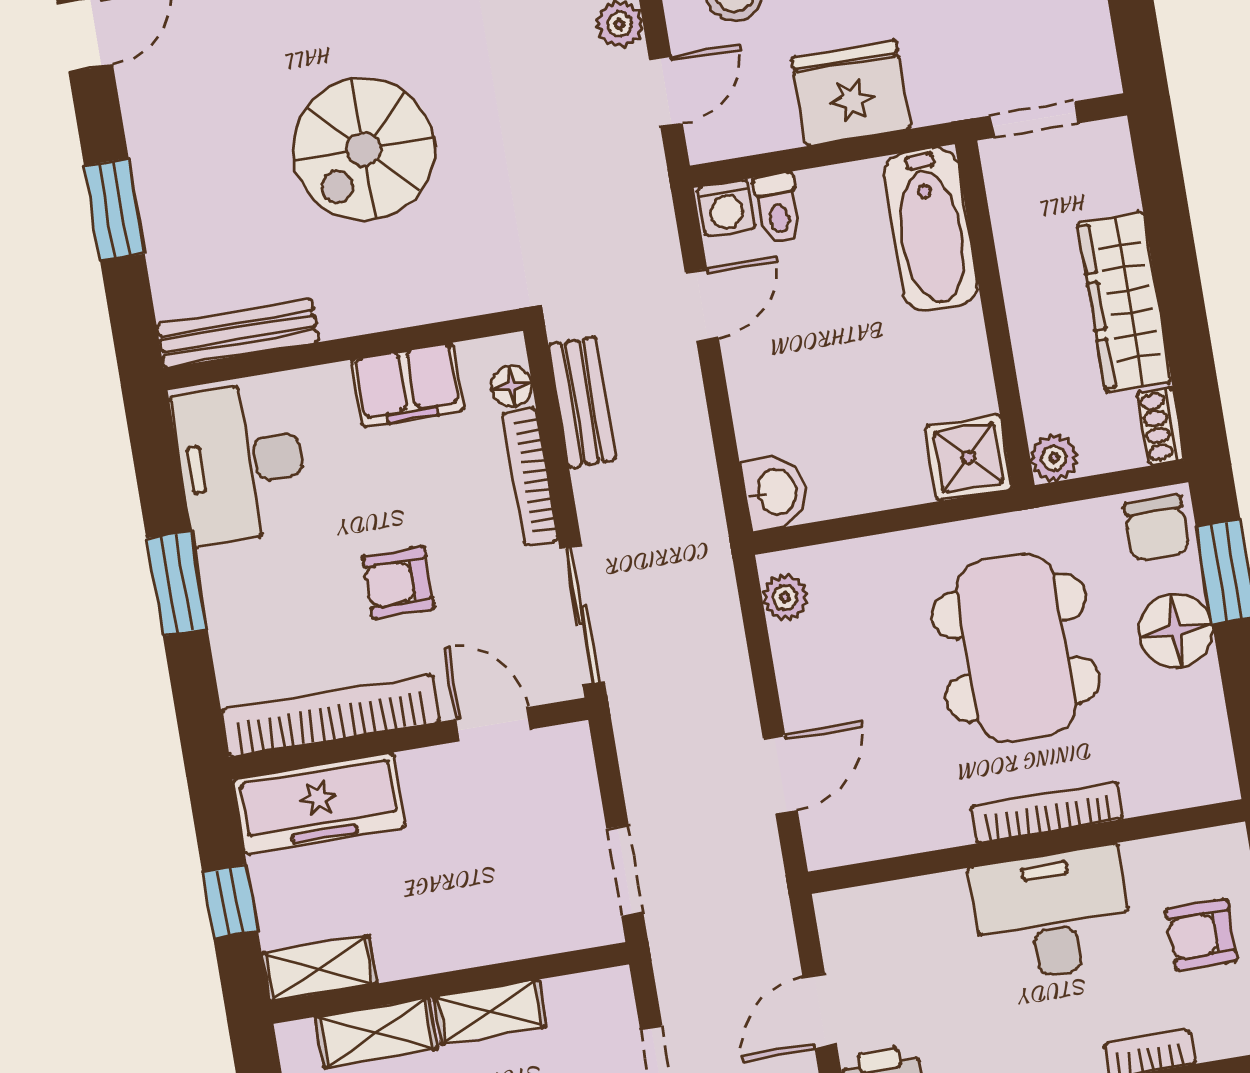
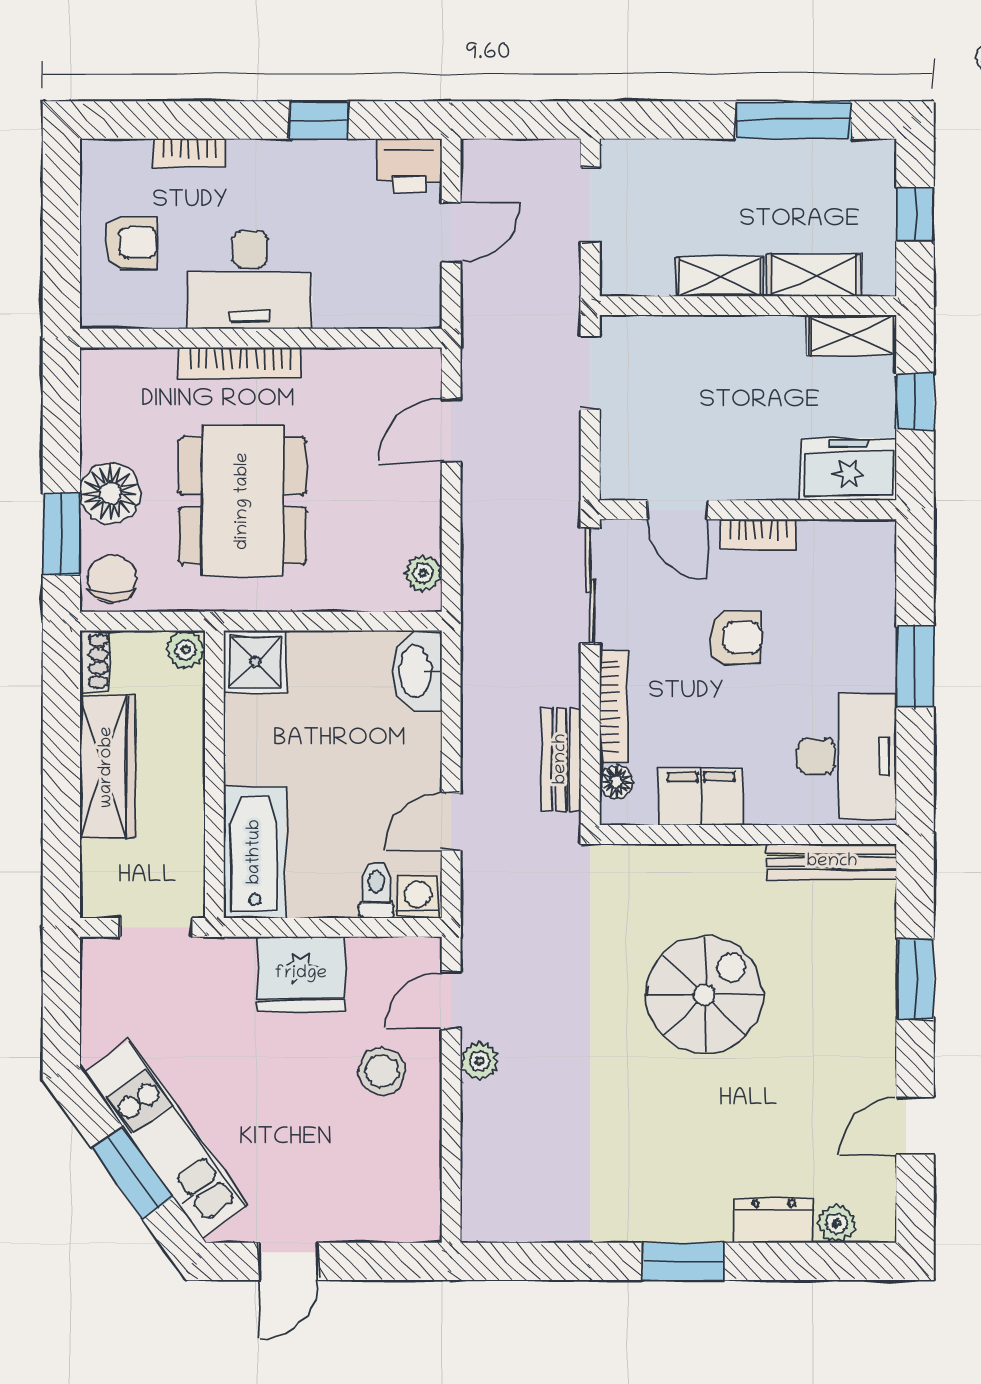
washbasin: (775, 492) -> (417, 671), width x1.38
bookcase: (331, 715) -> (758, 534), width x0.43, depth x0.76
freezer: (319, 803) -> (848, 469), width x0.71

